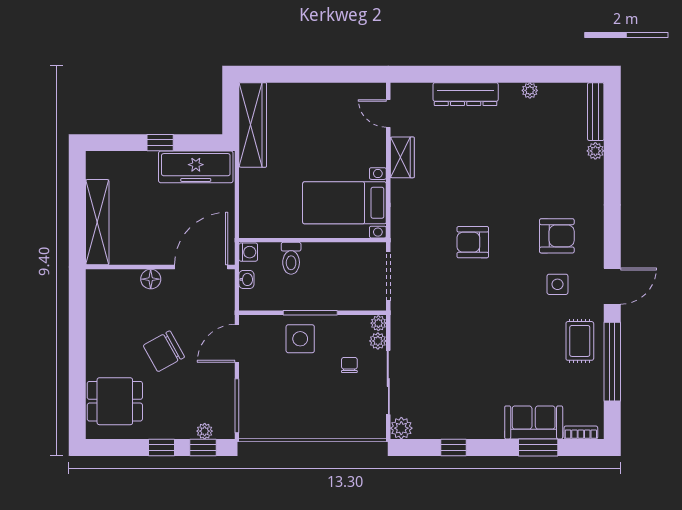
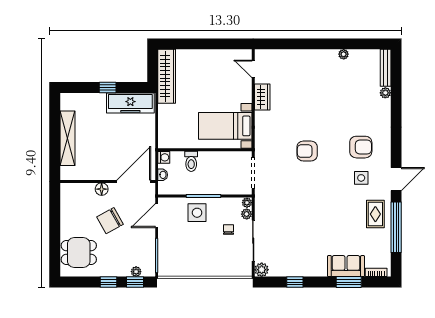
dresser: (466, 94) -> (303, 57), removed
wall: (160, 267) -> (108, 181), moved
door: (201, 267) -> (134, 181), moved
floor lamp: (151, 279) -> (102, 189), moved

